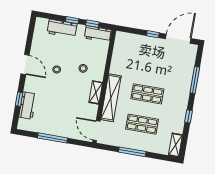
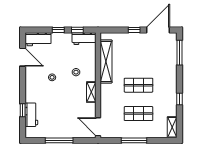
workbench: (62, 28) -> (38, 39), moved
door: (25, 64) -> (23, 57), moved
window: (195, 80) -> (180, 53), moved
shelving: (111, 98) -> (106, 61), moved

